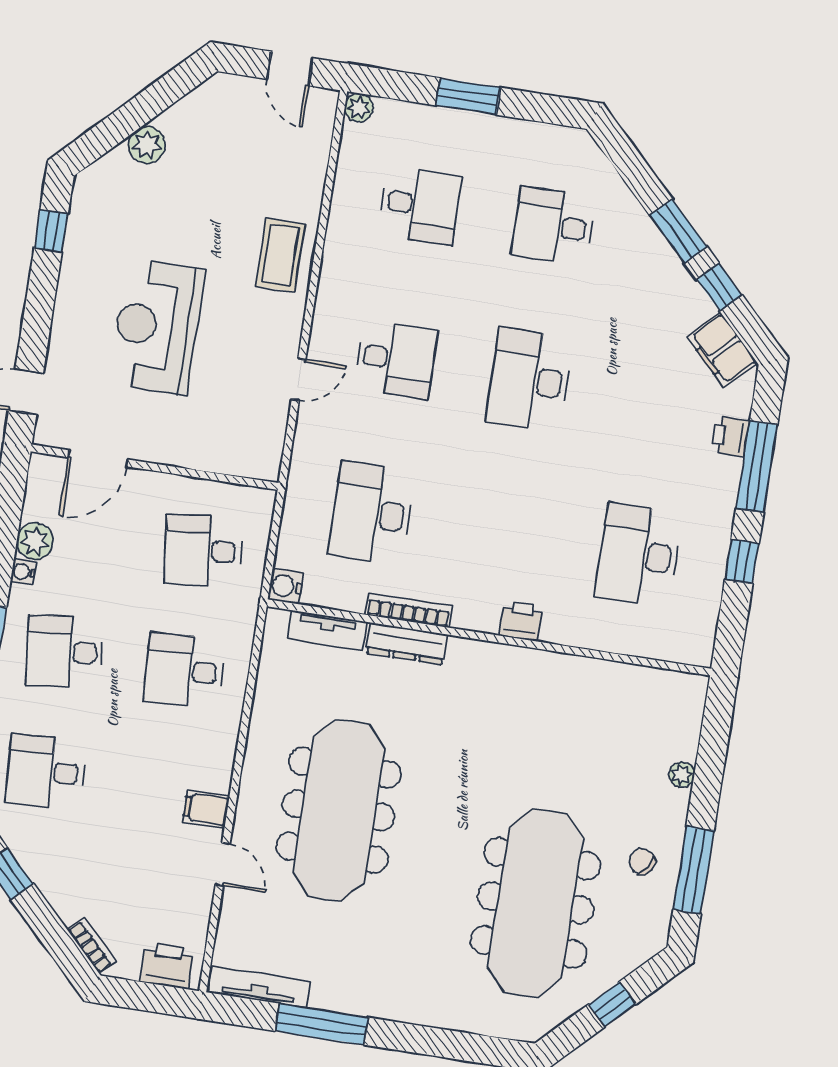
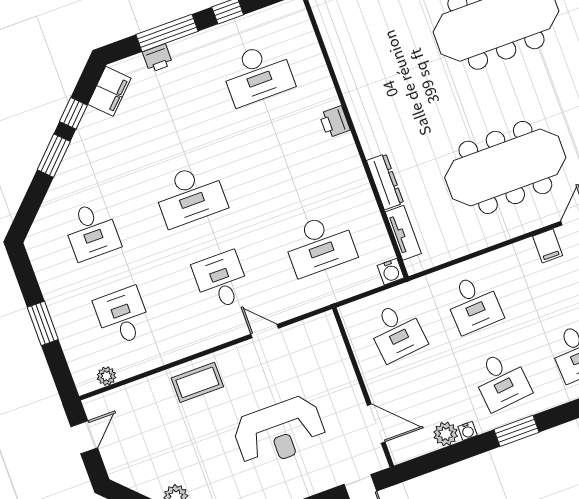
plant: (359, 108) -> (106, 376), moved
bookcase: (409, 610) -> (365, 191), removed

